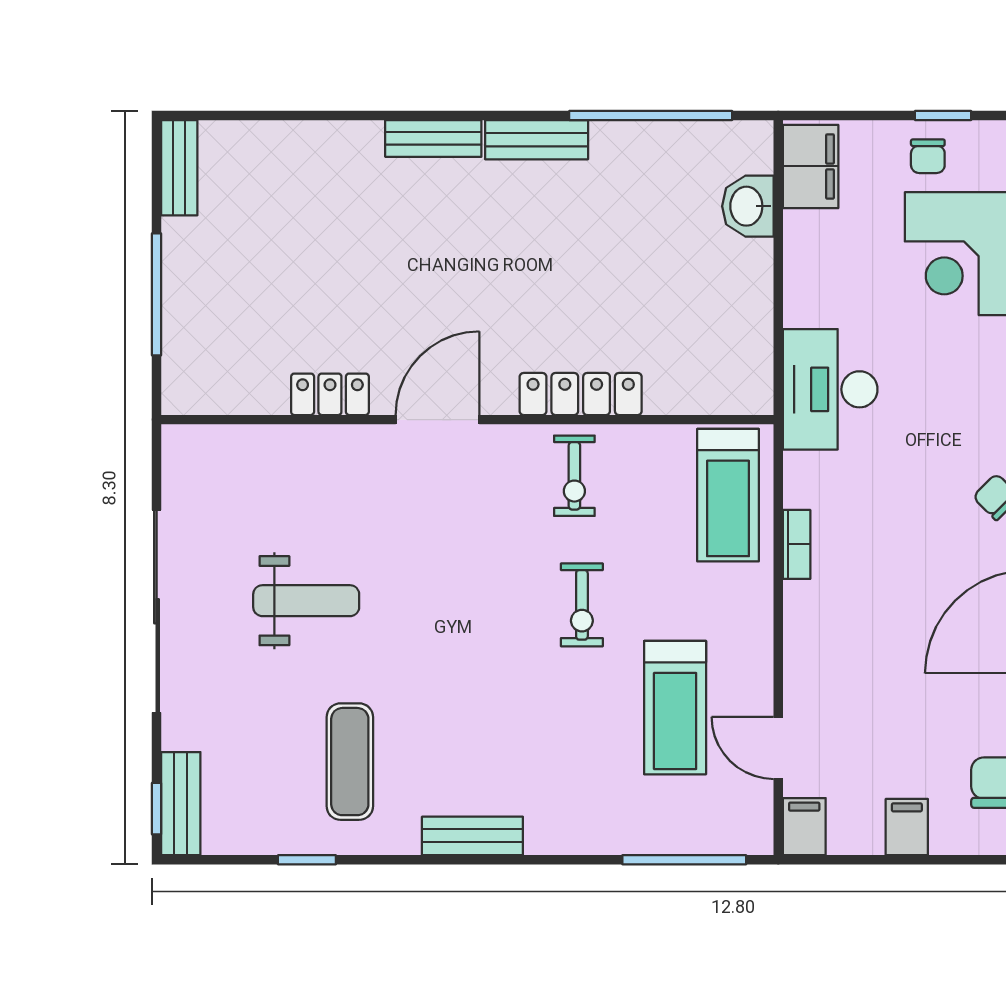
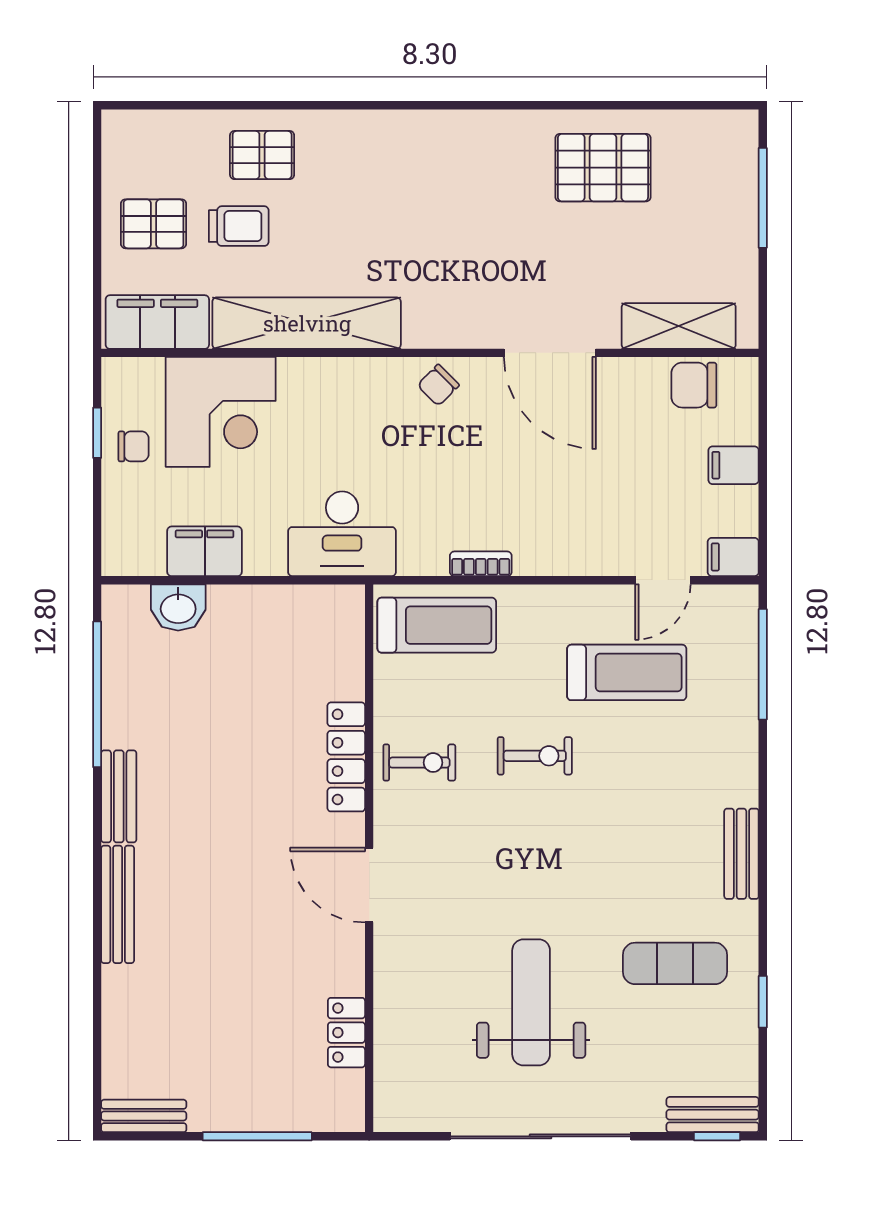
bench: (433, 138) -> (118, 904), width x1.36
filing cabinet: (811, 166) -> (205, 551), moved
locker: (330, 394) -> (346, 1033), moved
weight bench: (306, 601) -> (531, 1002), width x1.36, depth x1.33

